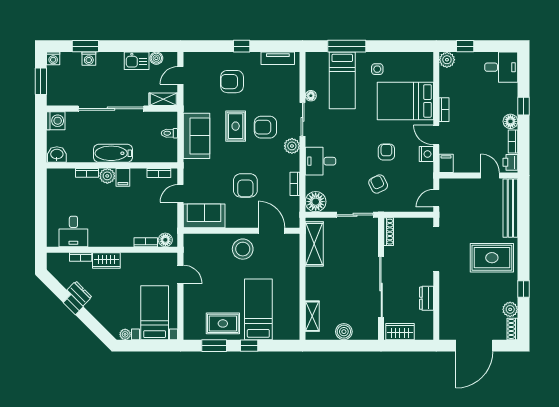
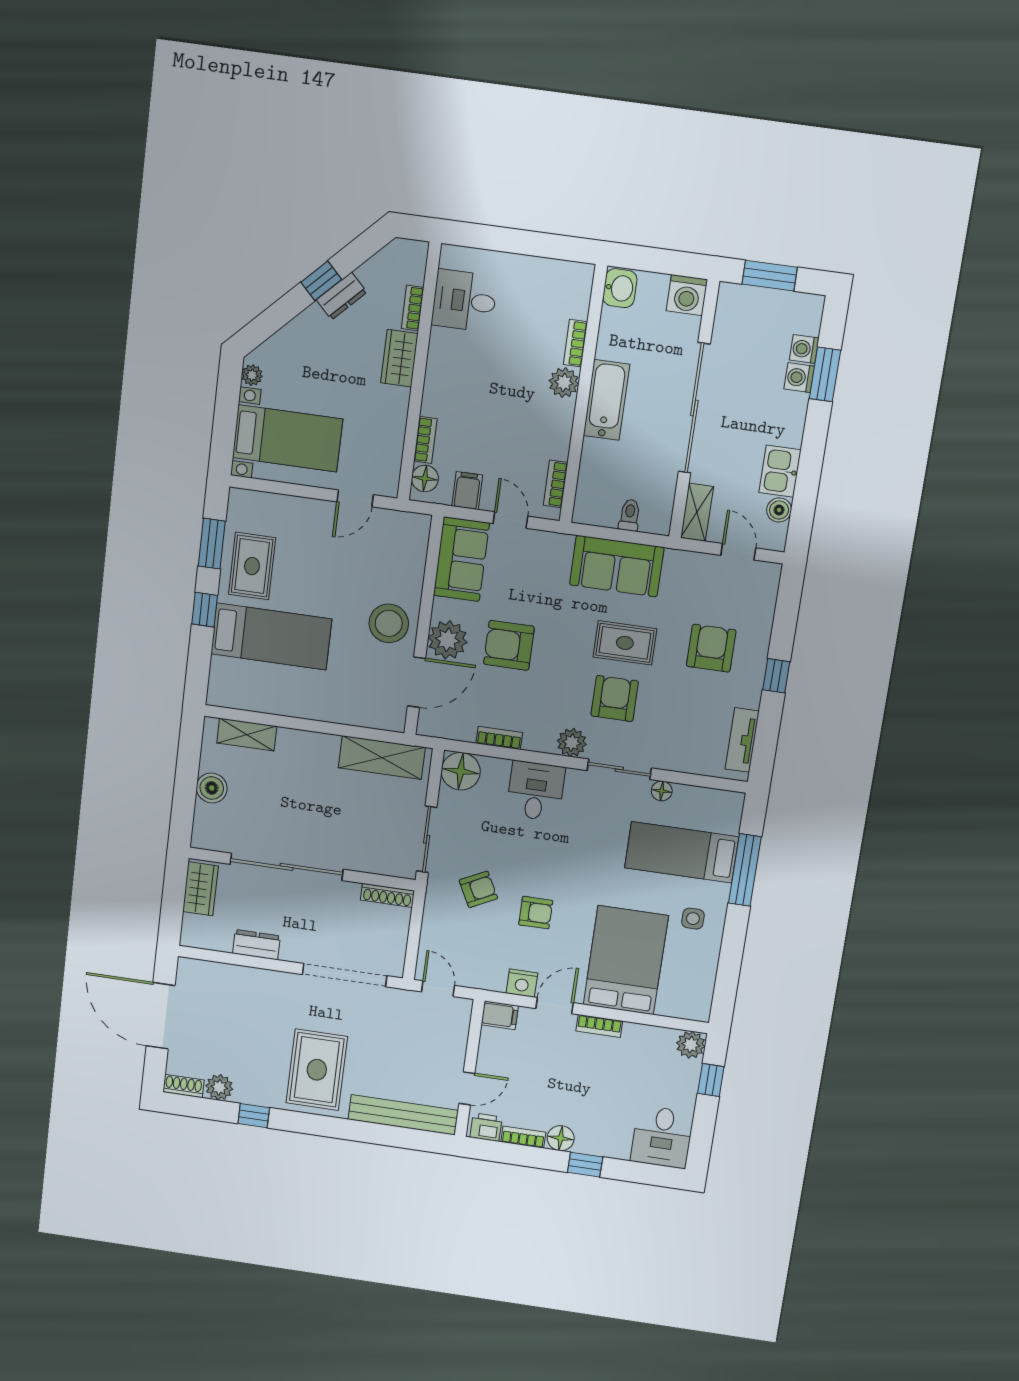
washing machine: (53, 58) -> (804, 349), moved
filing cabinet: (123, 177) -> (467, 491), moved, turned 90
plant: (247, 218) -> (448, 640), added

